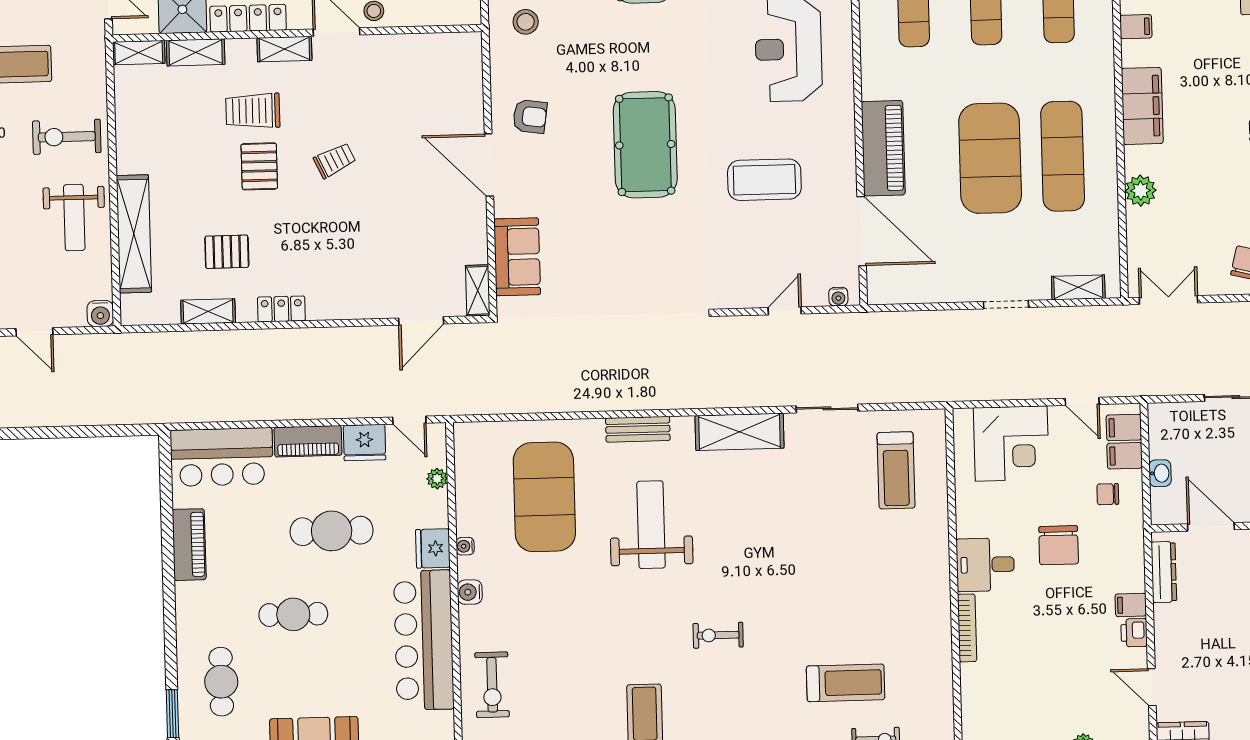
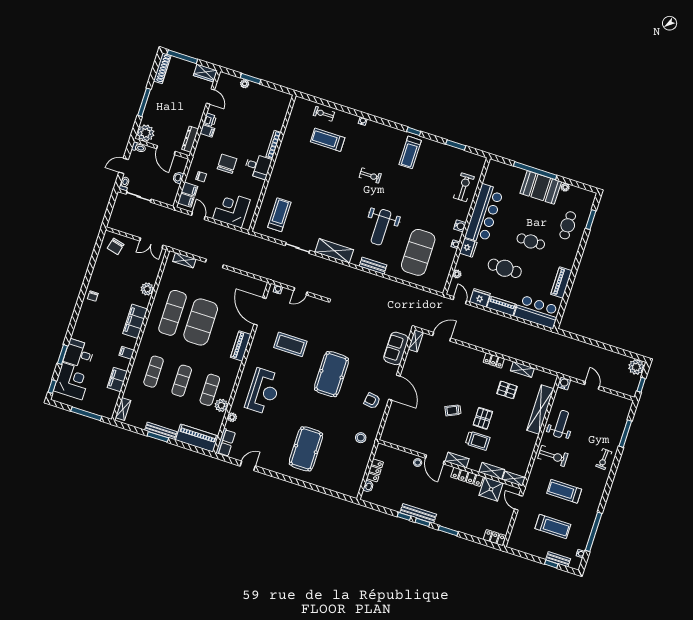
piano: (883, 148) -> (241, 346), width x0.73, depth x0.75

